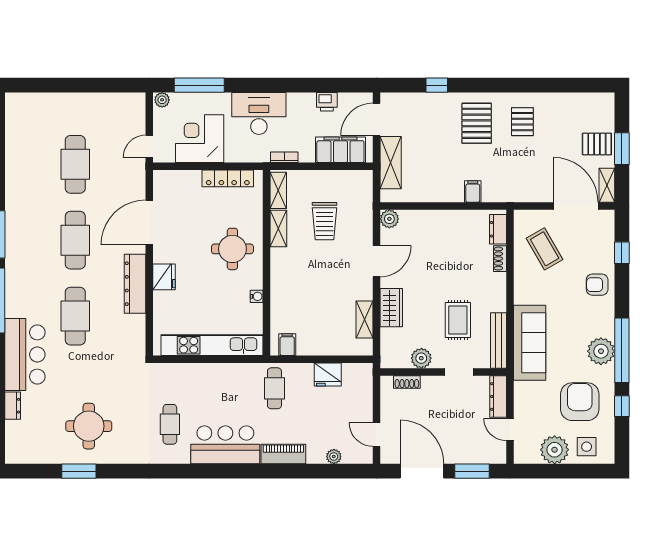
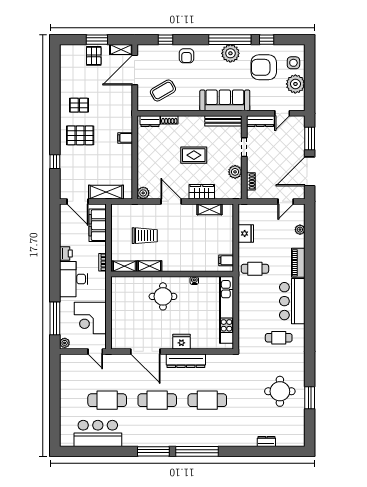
printer: (327, 102) -> (66, 254), moved
locker: (228, 178) -> (116, 300), removed
rug: (458, 320) -> (194, 155), moved
bar counter: (25, 355) -> (98, 433), moved

